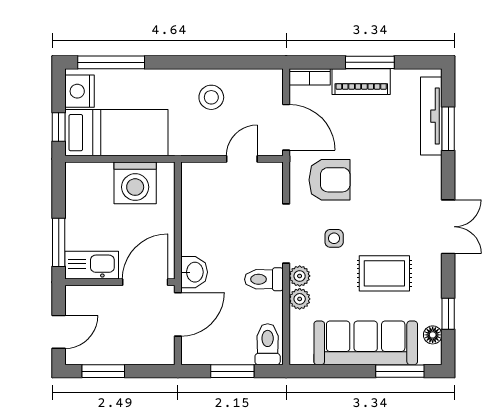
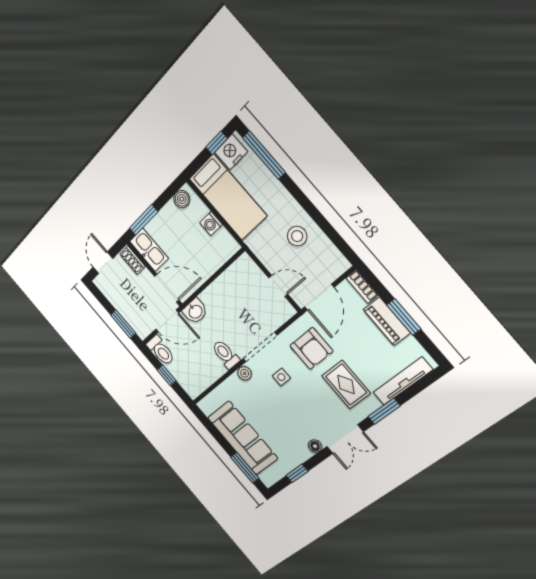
window: (59, 127) -> (217, 143), moved
window: (448, 129) -> (384, 411), moved
boiler: (76, 182) -> (182, 199), added
washing machine: (135, 183) -> (211, 224), width x0.53, depth x0.53
rug: (384, 273) -> (346, 385), moved
shoe rack: (86, 294) -> (133, 260), added
plant: (300, 299) -> (233, 383), removed
door: (59, 332) -> (103, 263), swing flipped
floor lamp: (433, 335) -> (315, 446), moved
toilet: (268, 344) -> (161, 350), moved, turned 90
window: (103, 371) -> (123, 324), moved
window: (232, 371) -> (166, 375), width x0.67

